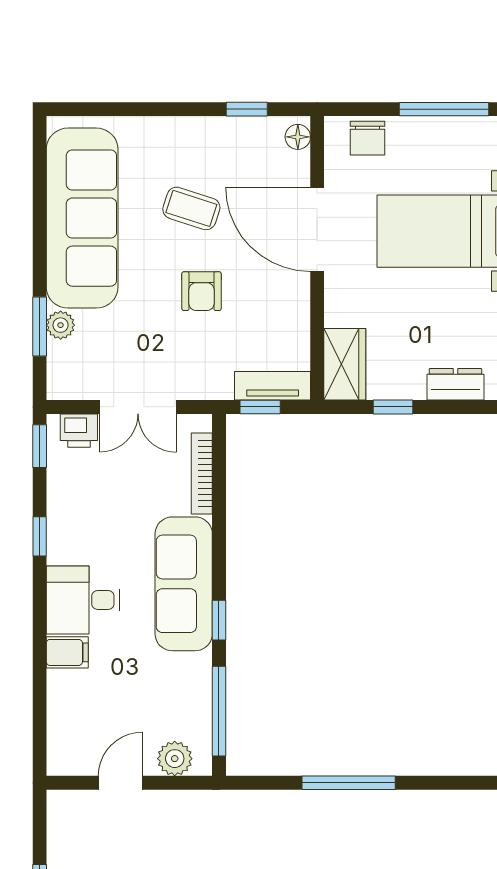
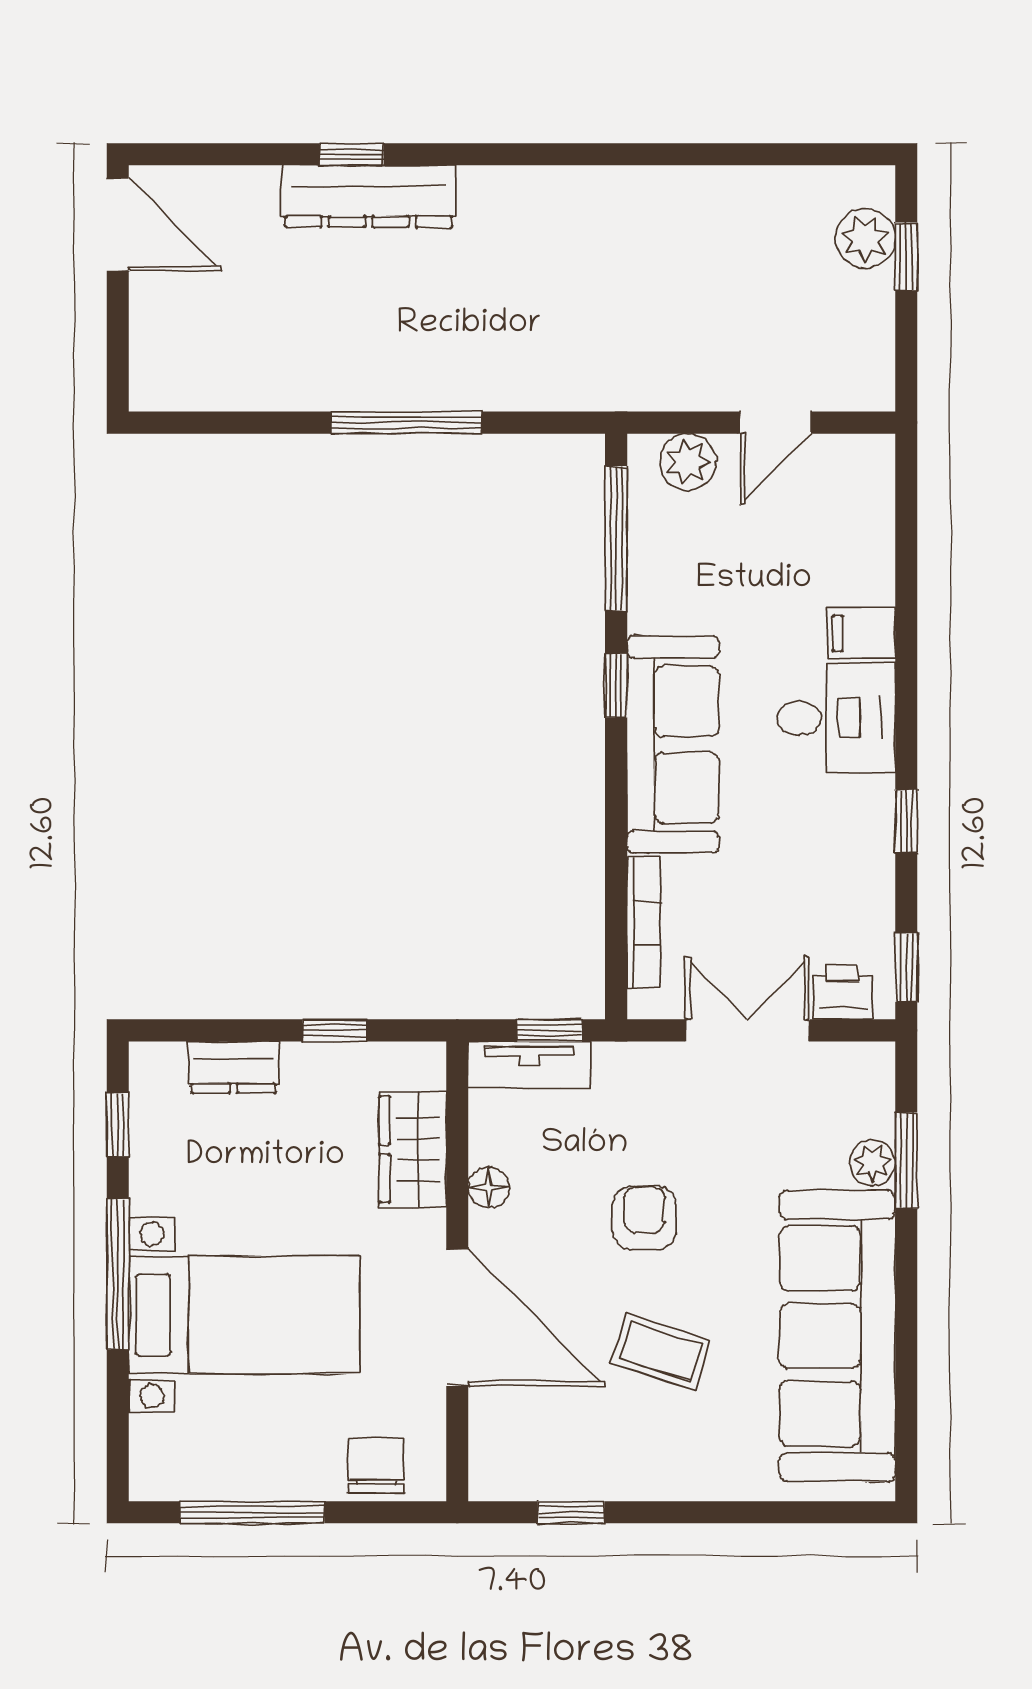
floor lamp: (298, 137) -> (489, 1188), moved
wardrobe: (345, 364) -> (413, 1149), moved

